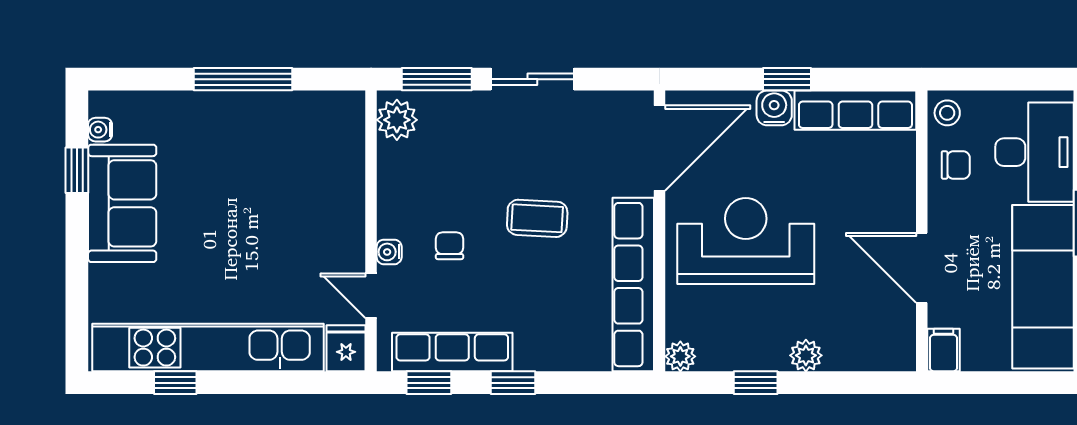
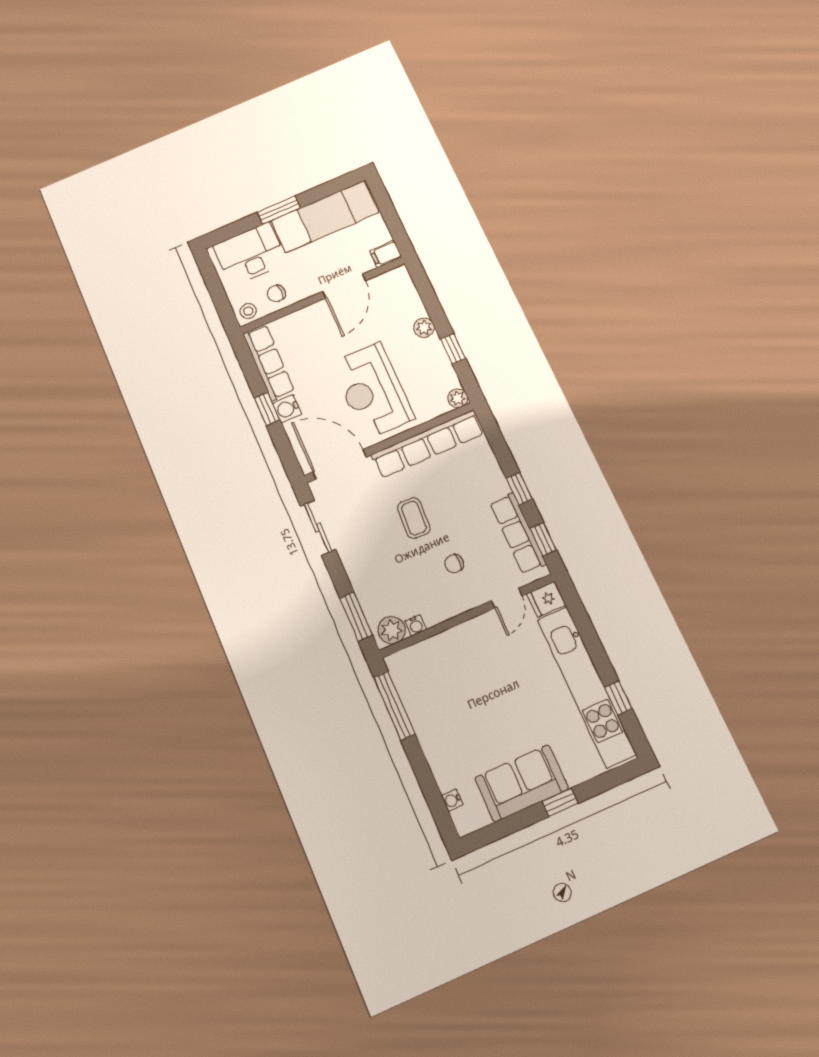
window: (243, 79) -> (394, 706), moved
sliding door: (532, 79) -> (318, 528), moved
water cooler: (100, 130) -> (452, 800), moved, turned 90
chair: (956, 165) -> (276, 293), turned -90
window: (77, 170) -> (560, 802), moved
water cooler: (389, 252) -> (416, 625), moved

